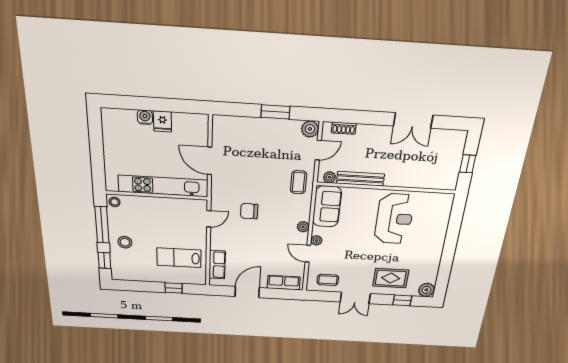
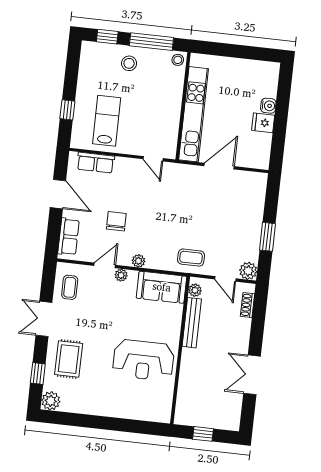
chair: (249, 211) -> (116, 221), moved

